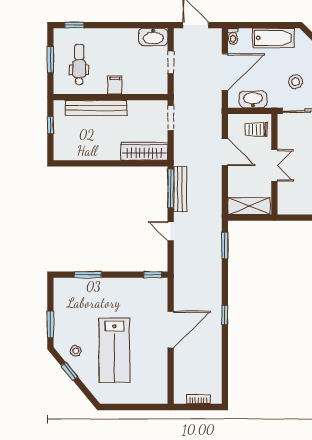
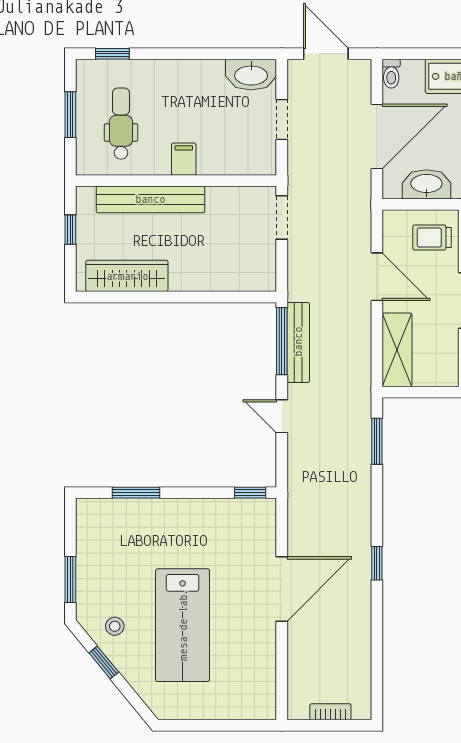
wardrobe: (144, 151) -> (127, 276), moved
shelving: (249, 206) -> (397, 350), moved, turned 90

